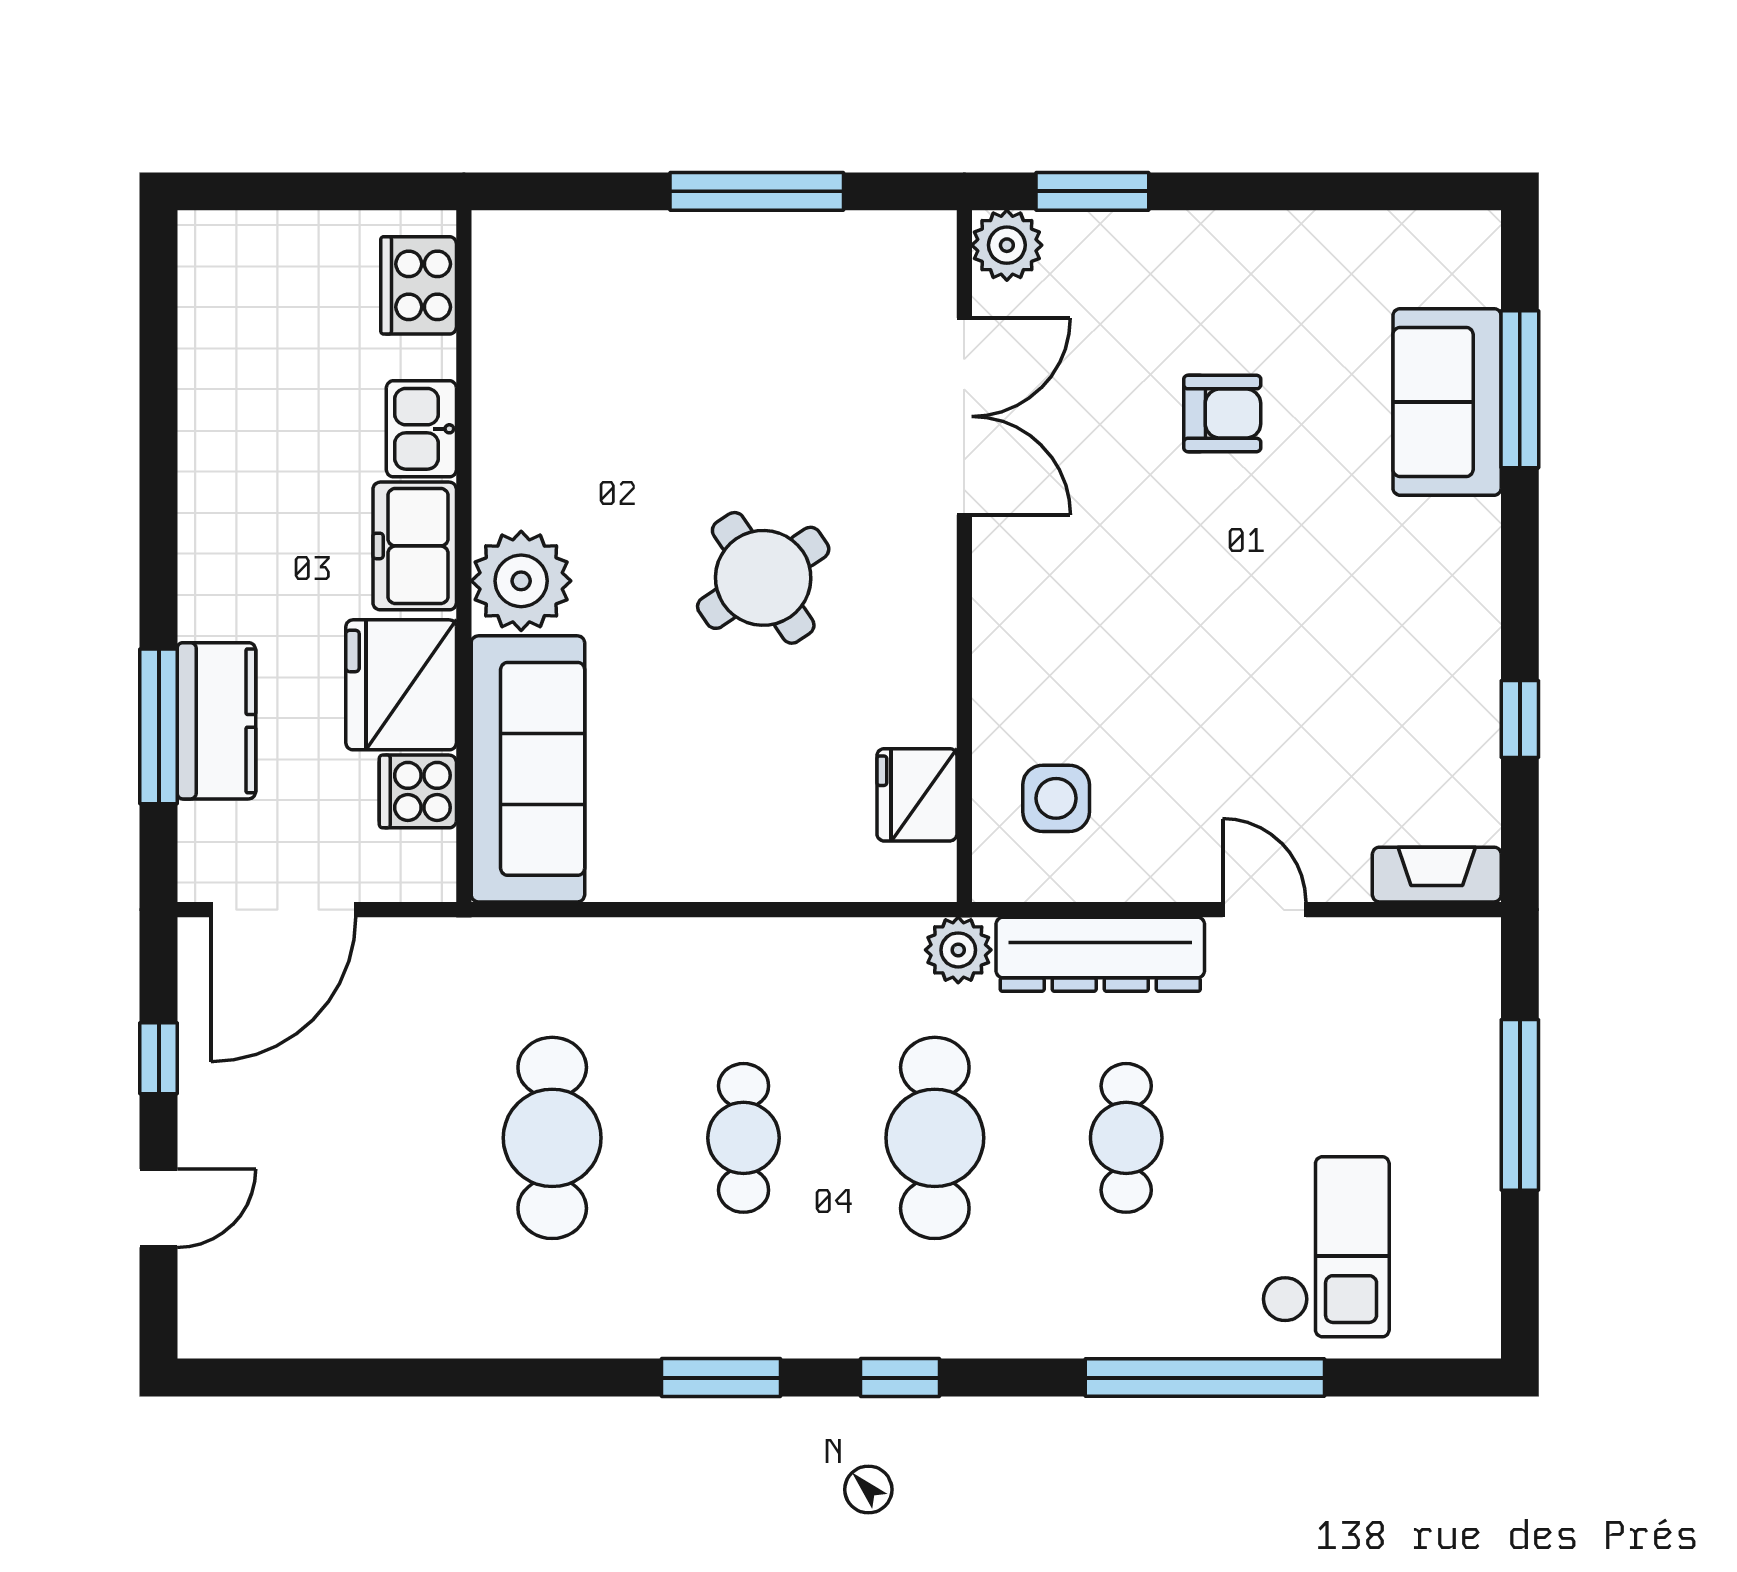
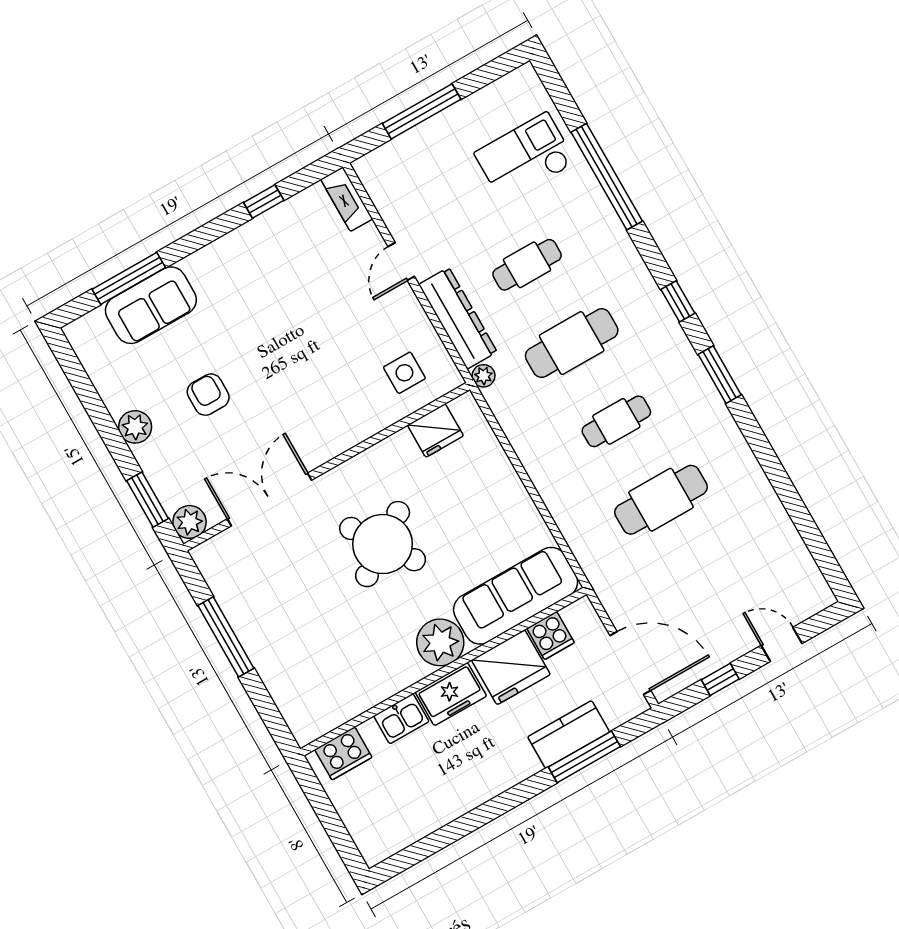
plant: (1239, 245) -> (135, 427), added
round table: (763, 578) -> (383, 544), width x1.36, depth x1.36
plant: (958, 950) -> (484, 376), width x0.73, depth x0.73

